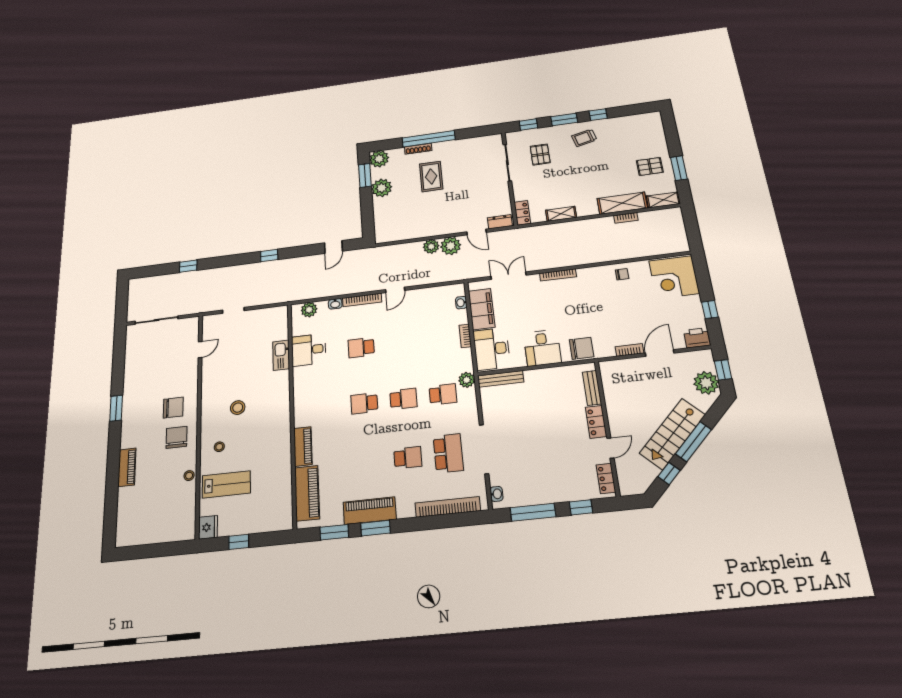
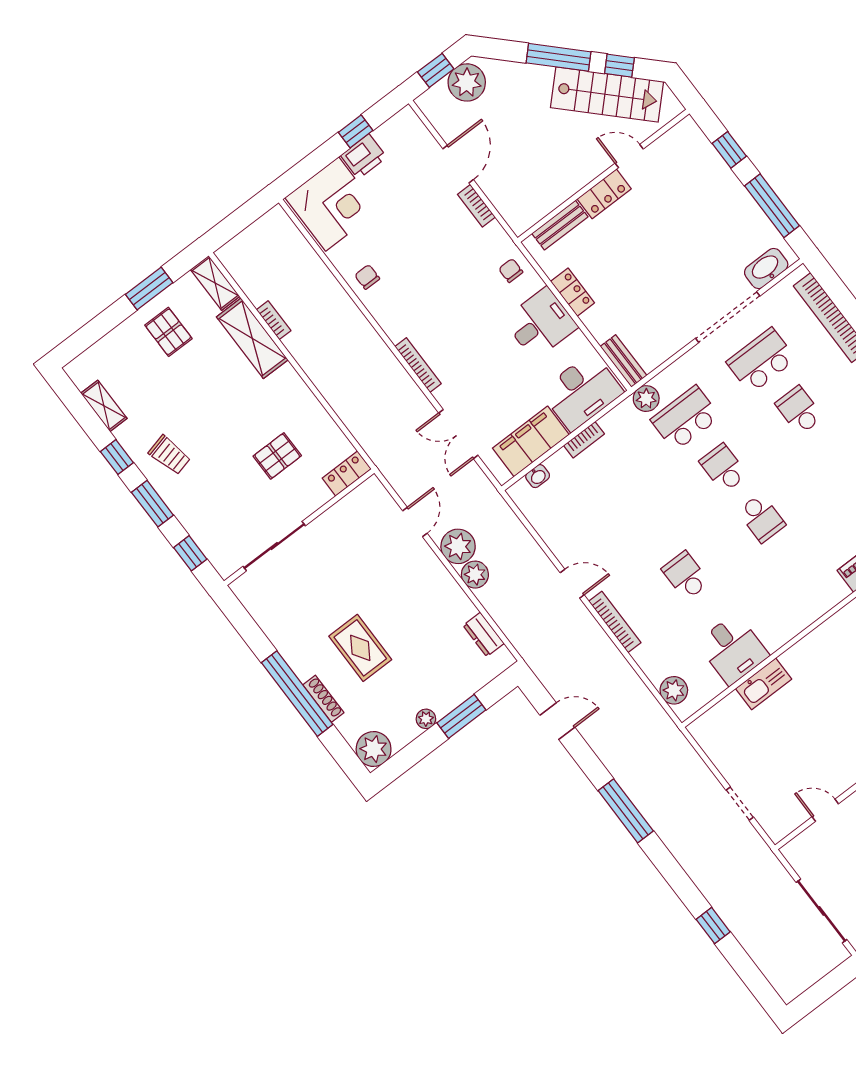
pallet: (540, 155) -> (277, 456), moved
window: (365, 176) -> (461, 716), moved
rug: (431, 176) -> (360, 648), turned 90
plant: (382, 188) -> (426, 719), width x0.53, depth x0.53
shelving: (561, 214) -> (104, 406), moved
dresser: (500, 222) -> (483, 634), moved
window: (269, 255) -> (626, 811), width x2.17
washbasin: (335, 304) -> (643, 658), removed
printer: (697, 338) -> (364, 156), moved, turned -90
school desk: (361, 348) -> (686, 576), turned 180
chair: (581, 348) -> (511, 271), width x0.54, depth x0.54
door: (660, 353) -> (458, 164), swing flipped
bench: (501, 379) -> (624, 361), width x0.73
school desk: (443, 394) -> (685, 418), width x1.85
stairs: (672, 434) -> (607, 94), moved
locker: (606, 478) -> (573, 292), moved, turned -90
washbasin: (496, 494) -> (766, 268), width x1.91, depth x1.45

